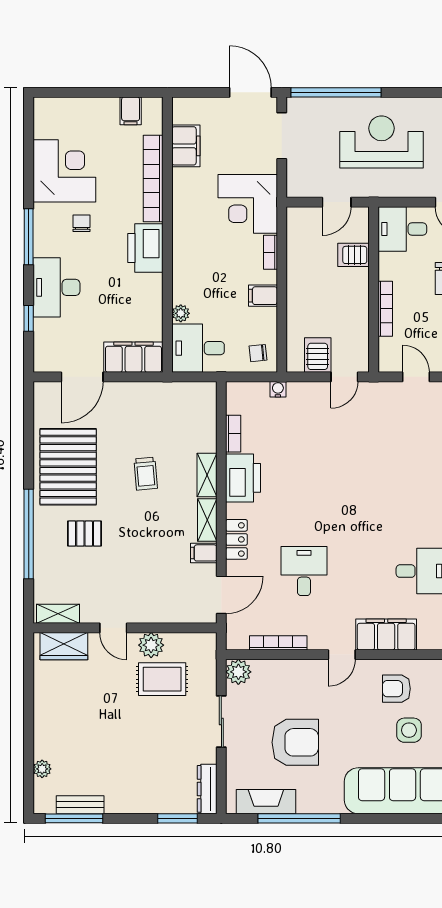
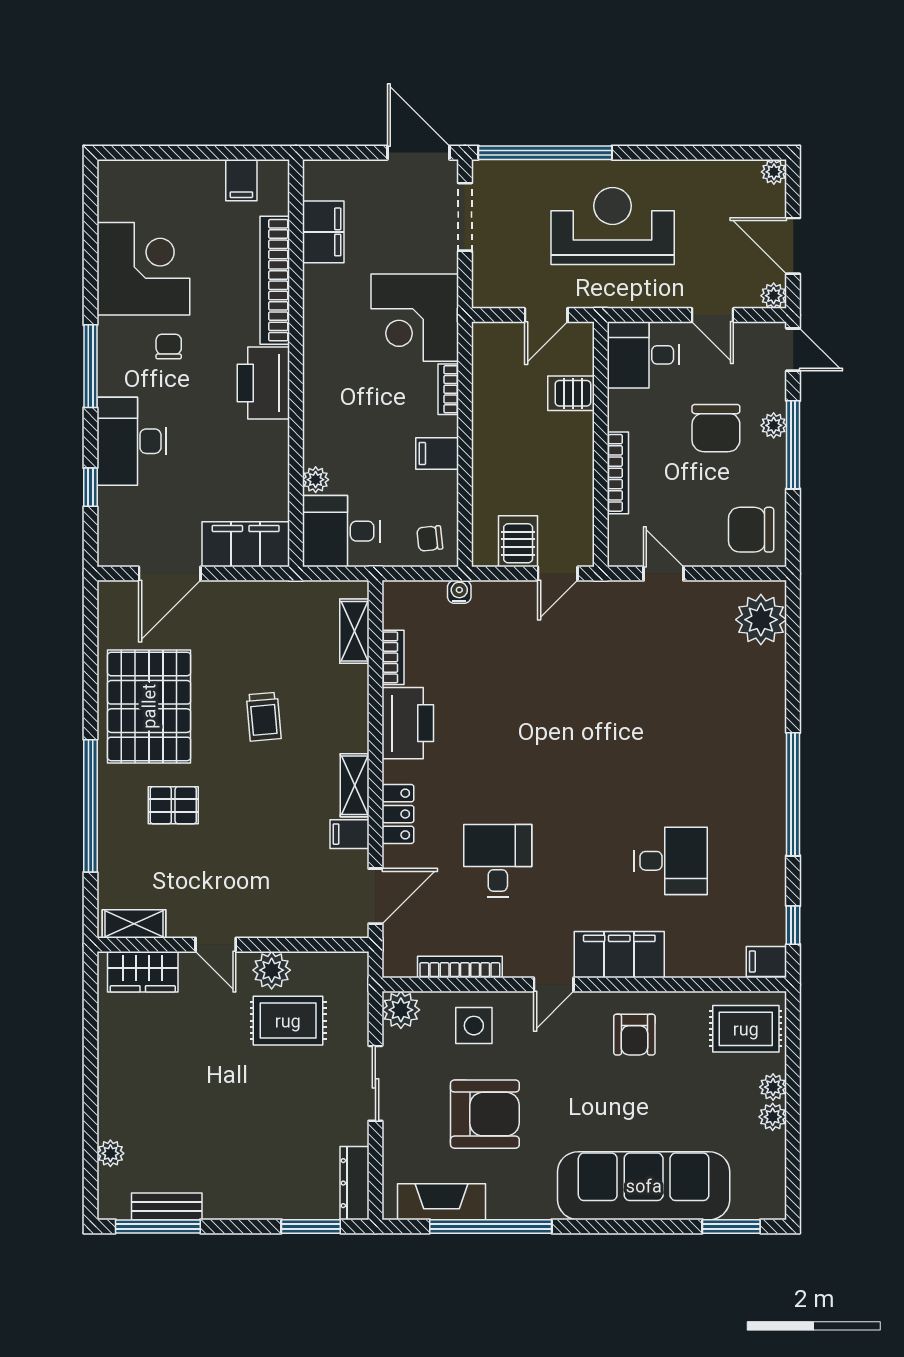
shelving: (207, 475) -> (354, 631), moved
armchair: (396, 689) -> (634, 1035), turned -90
side table: (409, 730) -> (474, 1026), moved

